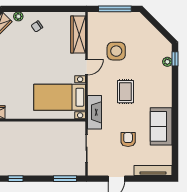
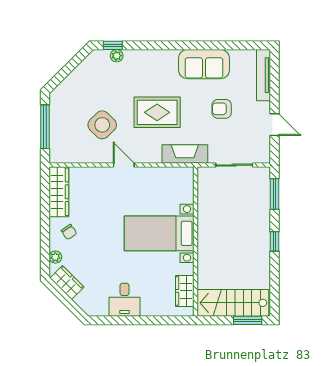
wardrobe: (78, 34) -> (59, 192), moved, turned -90
side table: (116, 51) -> (102, 125), turned 45
rug: (125, 92) -> (157, 112), width x1.36, depth x1.43
bed with nightstands: (60, 97) -> (159, 233), moved, turned 90
window: (16, 179) -> (274, 241), moved

